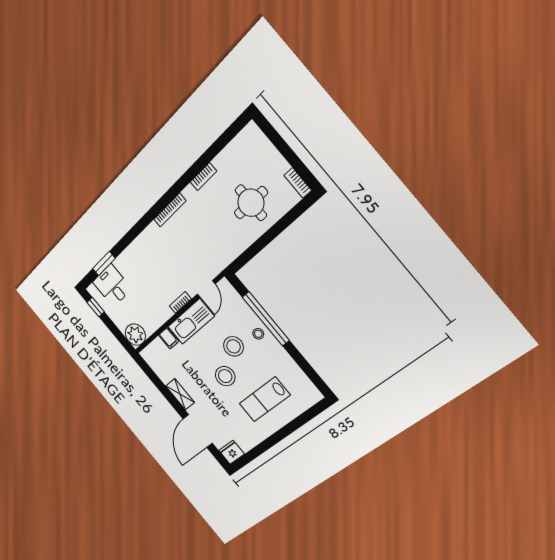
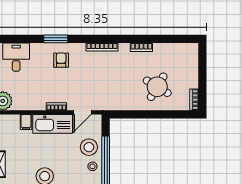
round table: (251, 203) -> (157, 87), turned 31
armchair: (148, 255) -> (61, 60), added
window: (104, 263) -> (56, 39), moved
stool: (233, 346) -> (89, 147), moved

